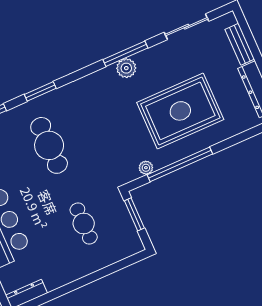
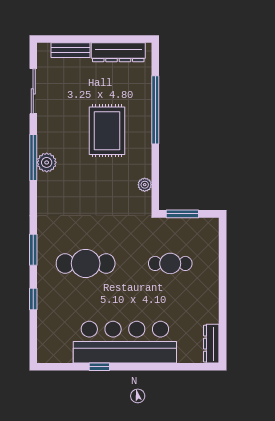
rug: (180, 111) -> (107, 131), width x0.73, depth x0.69
window: (180, 164) -> (155, 110), moved

